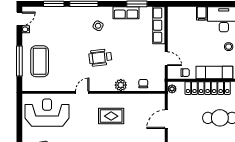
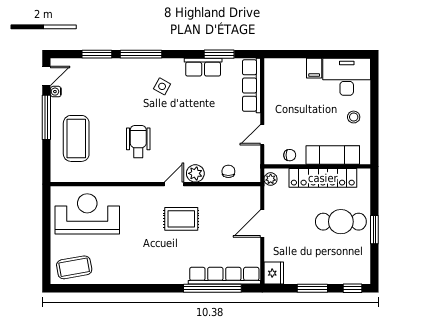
wheelchair: (100, 58) -> (138, 141), moved, turned 97
door: (166, 59) -> (262, 135), swing flipped
window: (19, 61) -> (46, 117), moved
door: (82, 92) -> (174, 184), moved

